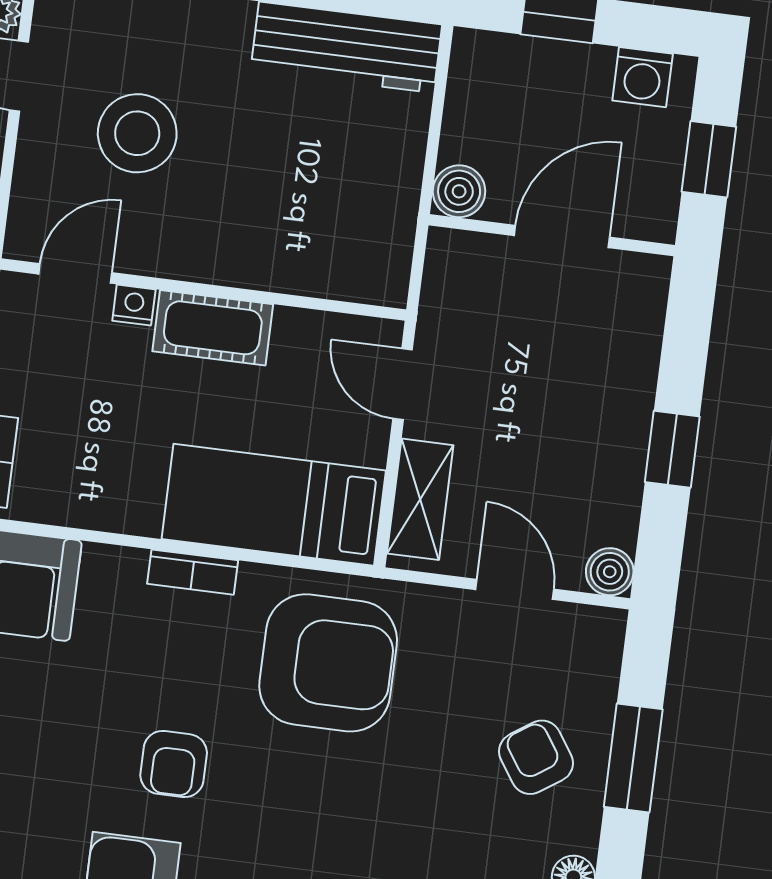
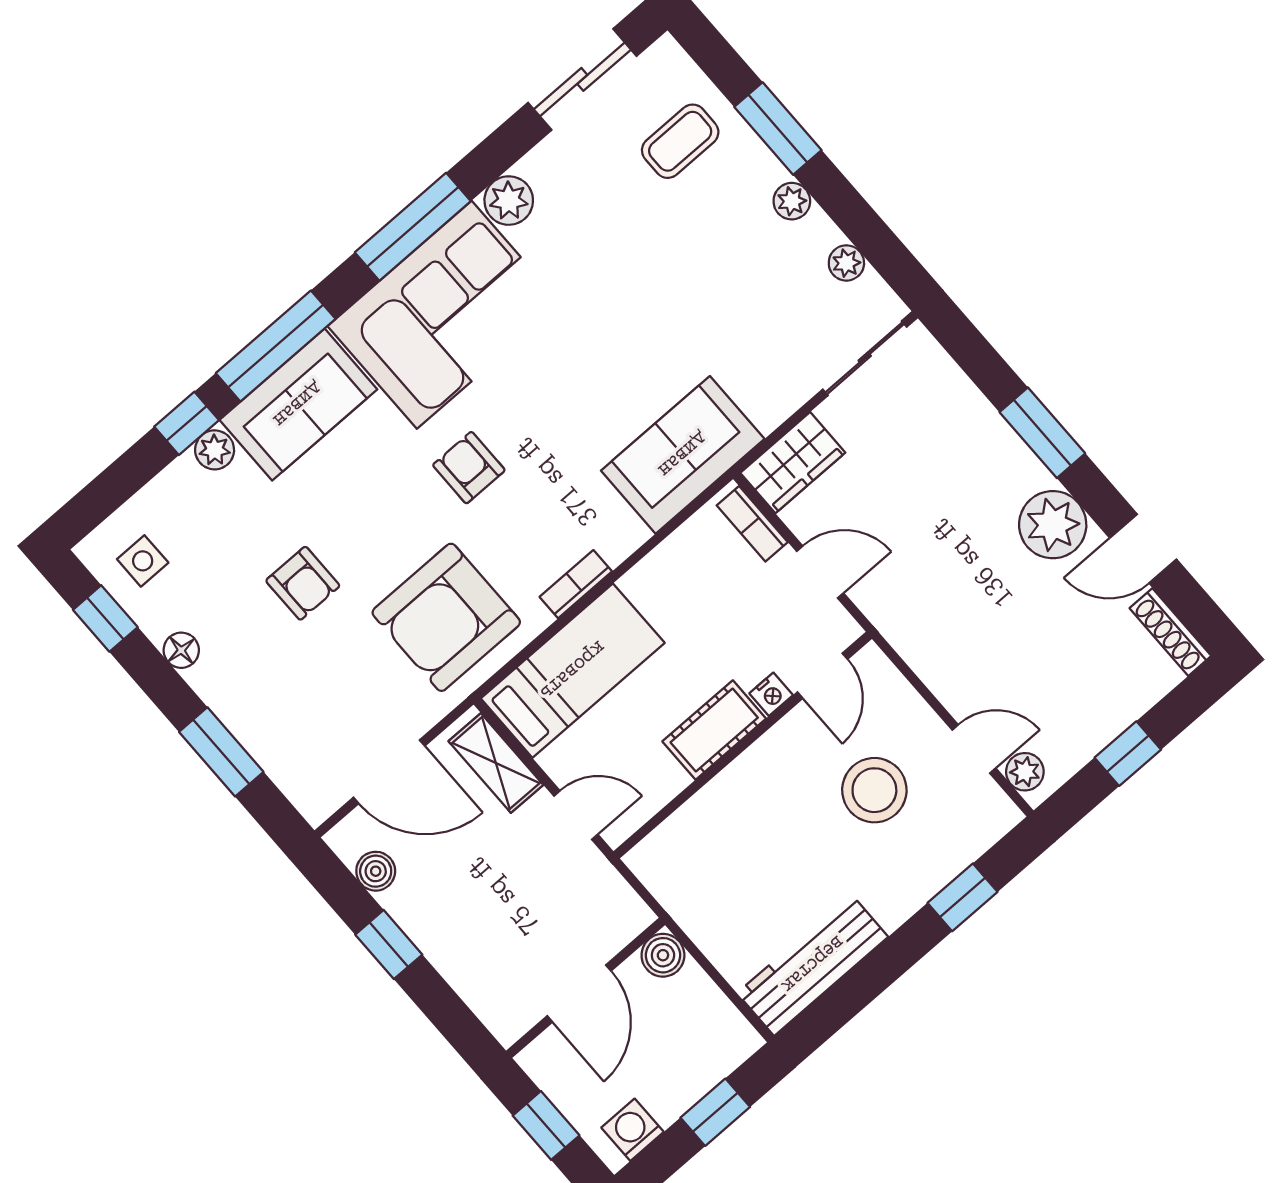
boiler: (610, 572) -> (376, 871), moved
door: (515, 589) -> (389, 772), width x1.38
armchair: (536, 757) -> (303, 583), moved, turned 34

